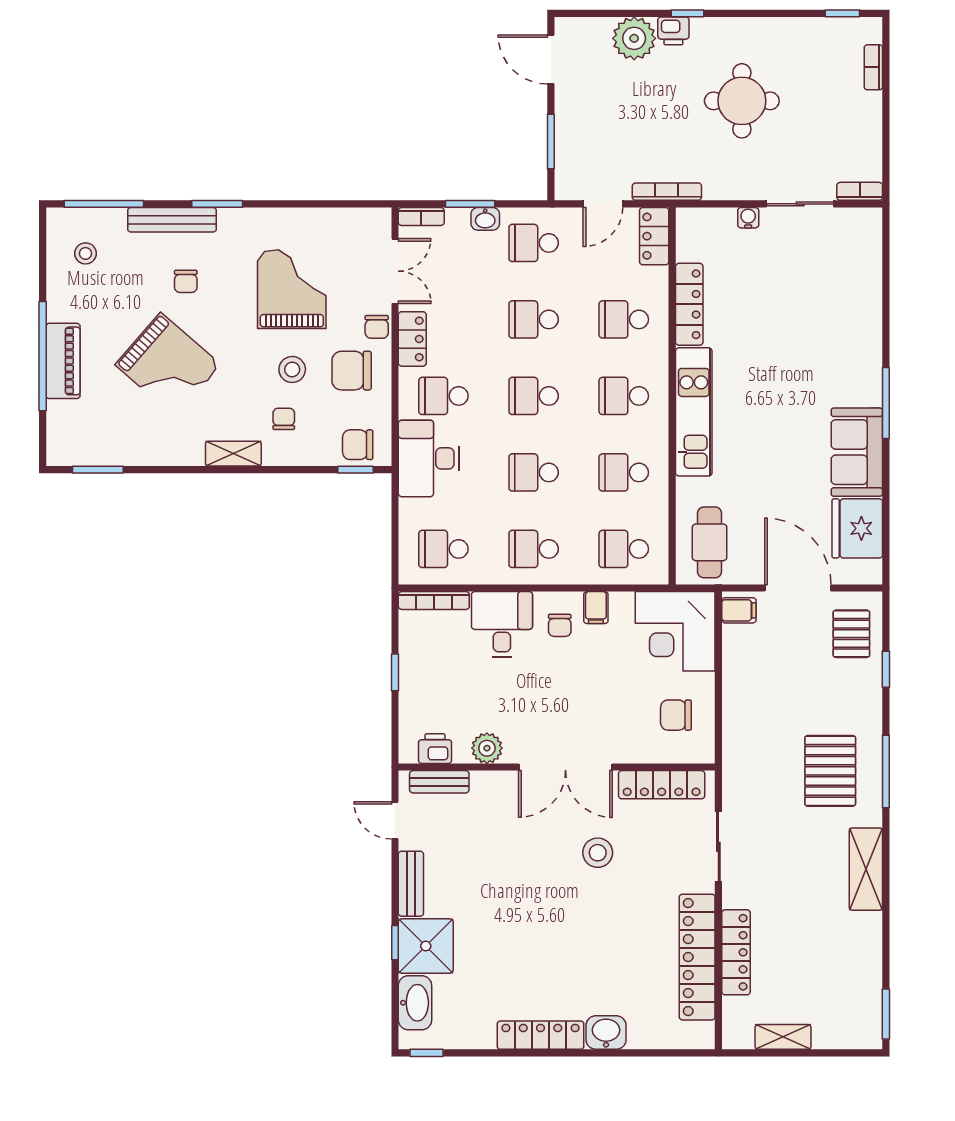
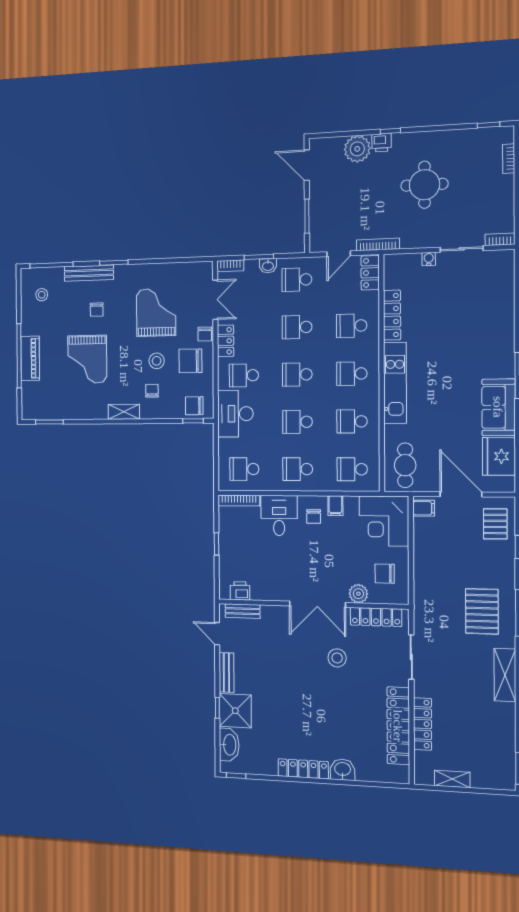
grand piano: (168, 365) -> (87, 359), turned 49
plant: (487, 748) -> (358, 594), moved

